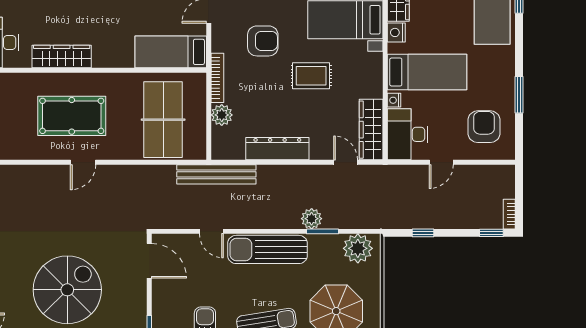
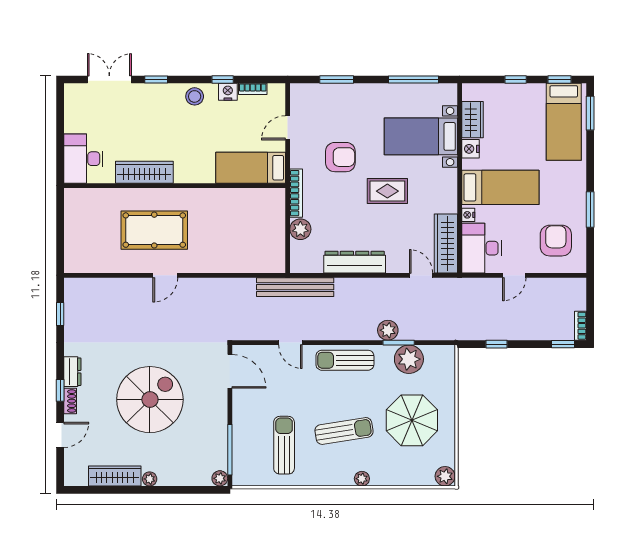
table tennis table: (163, 120) -> (243, 234), removed
plant: (358, 248) -> (409, 359), moved
sun lounger: (267, 249) -> (345, 360), width x0.73, depth x0.75

